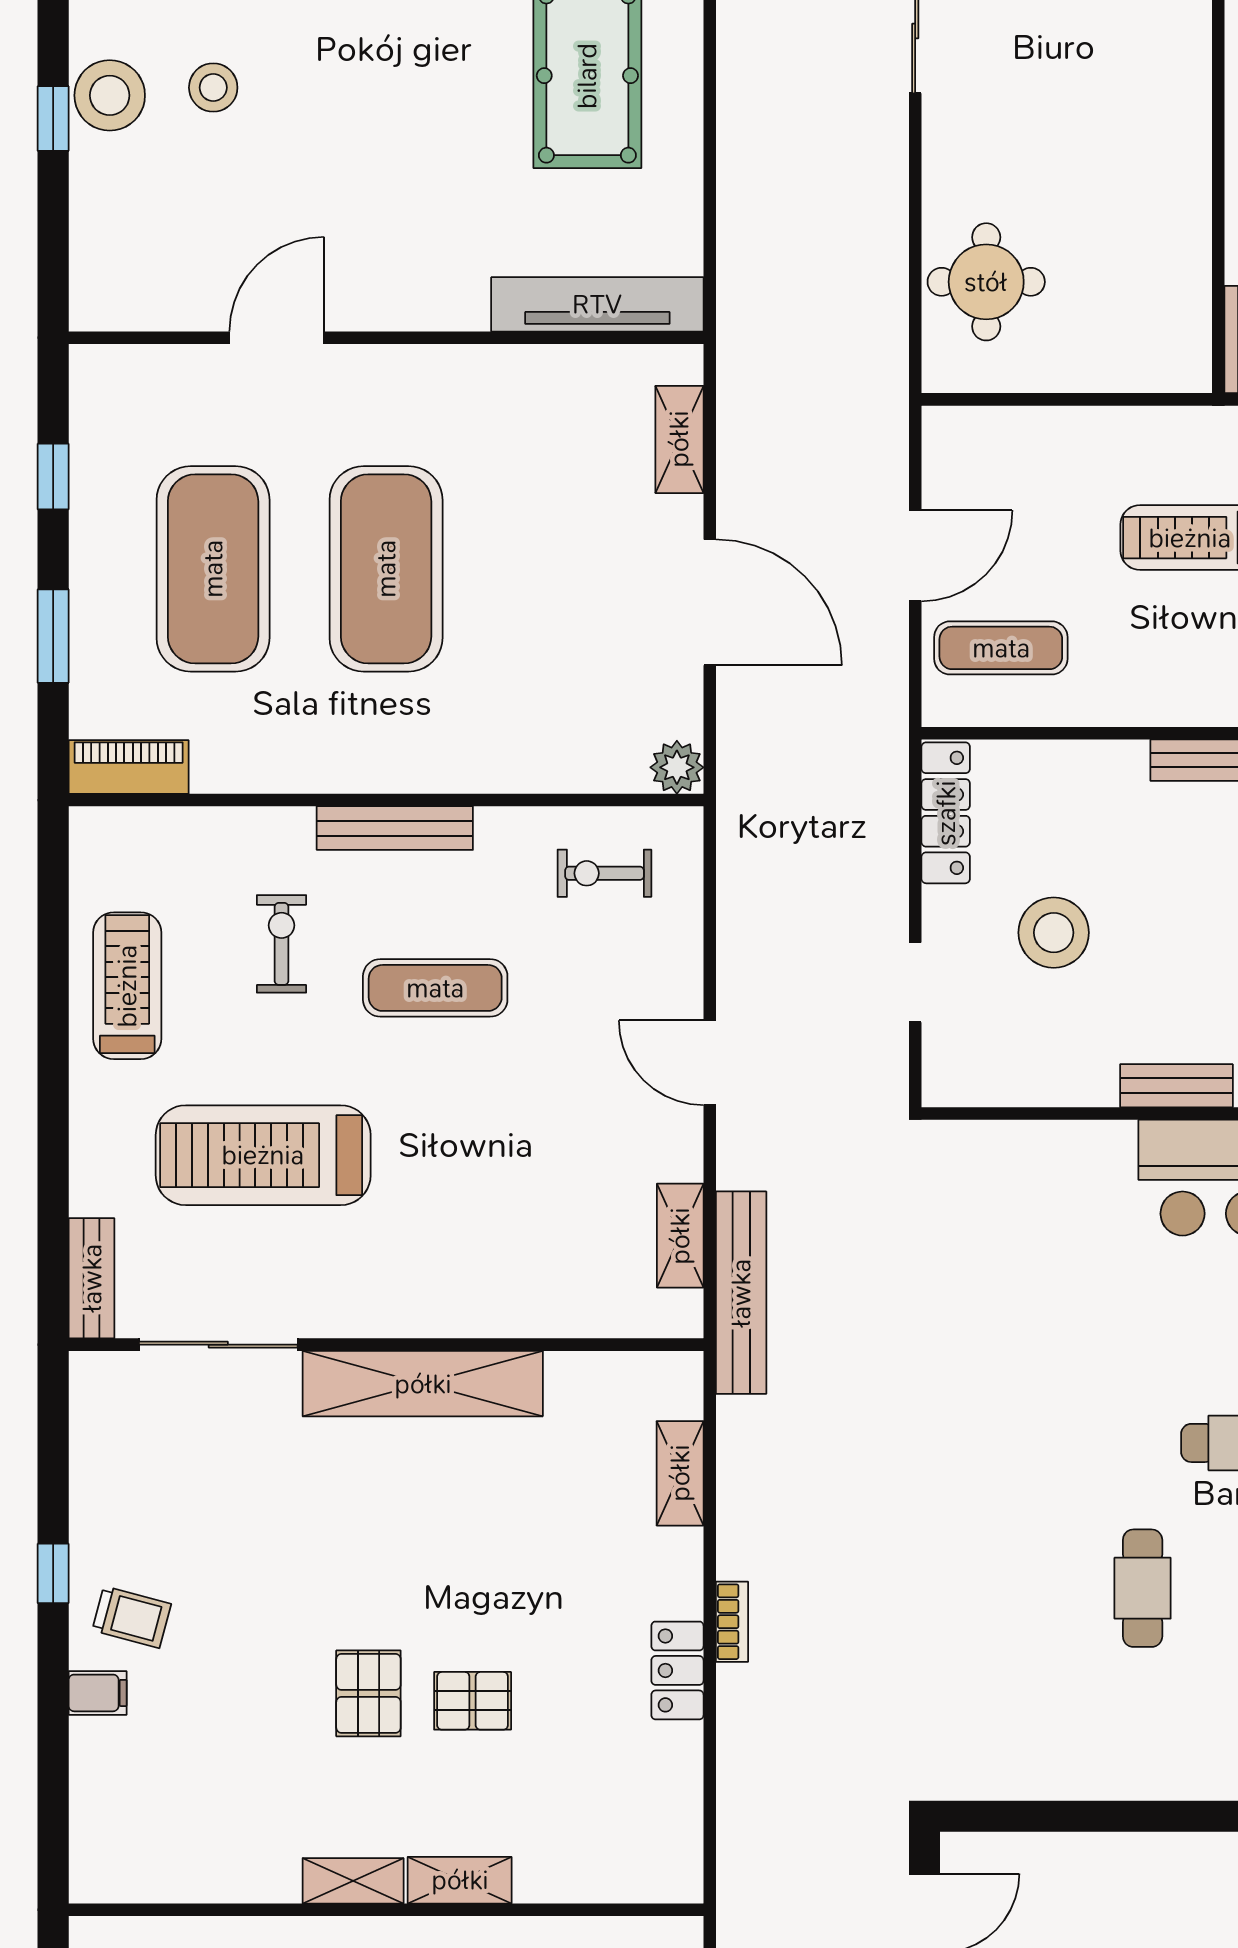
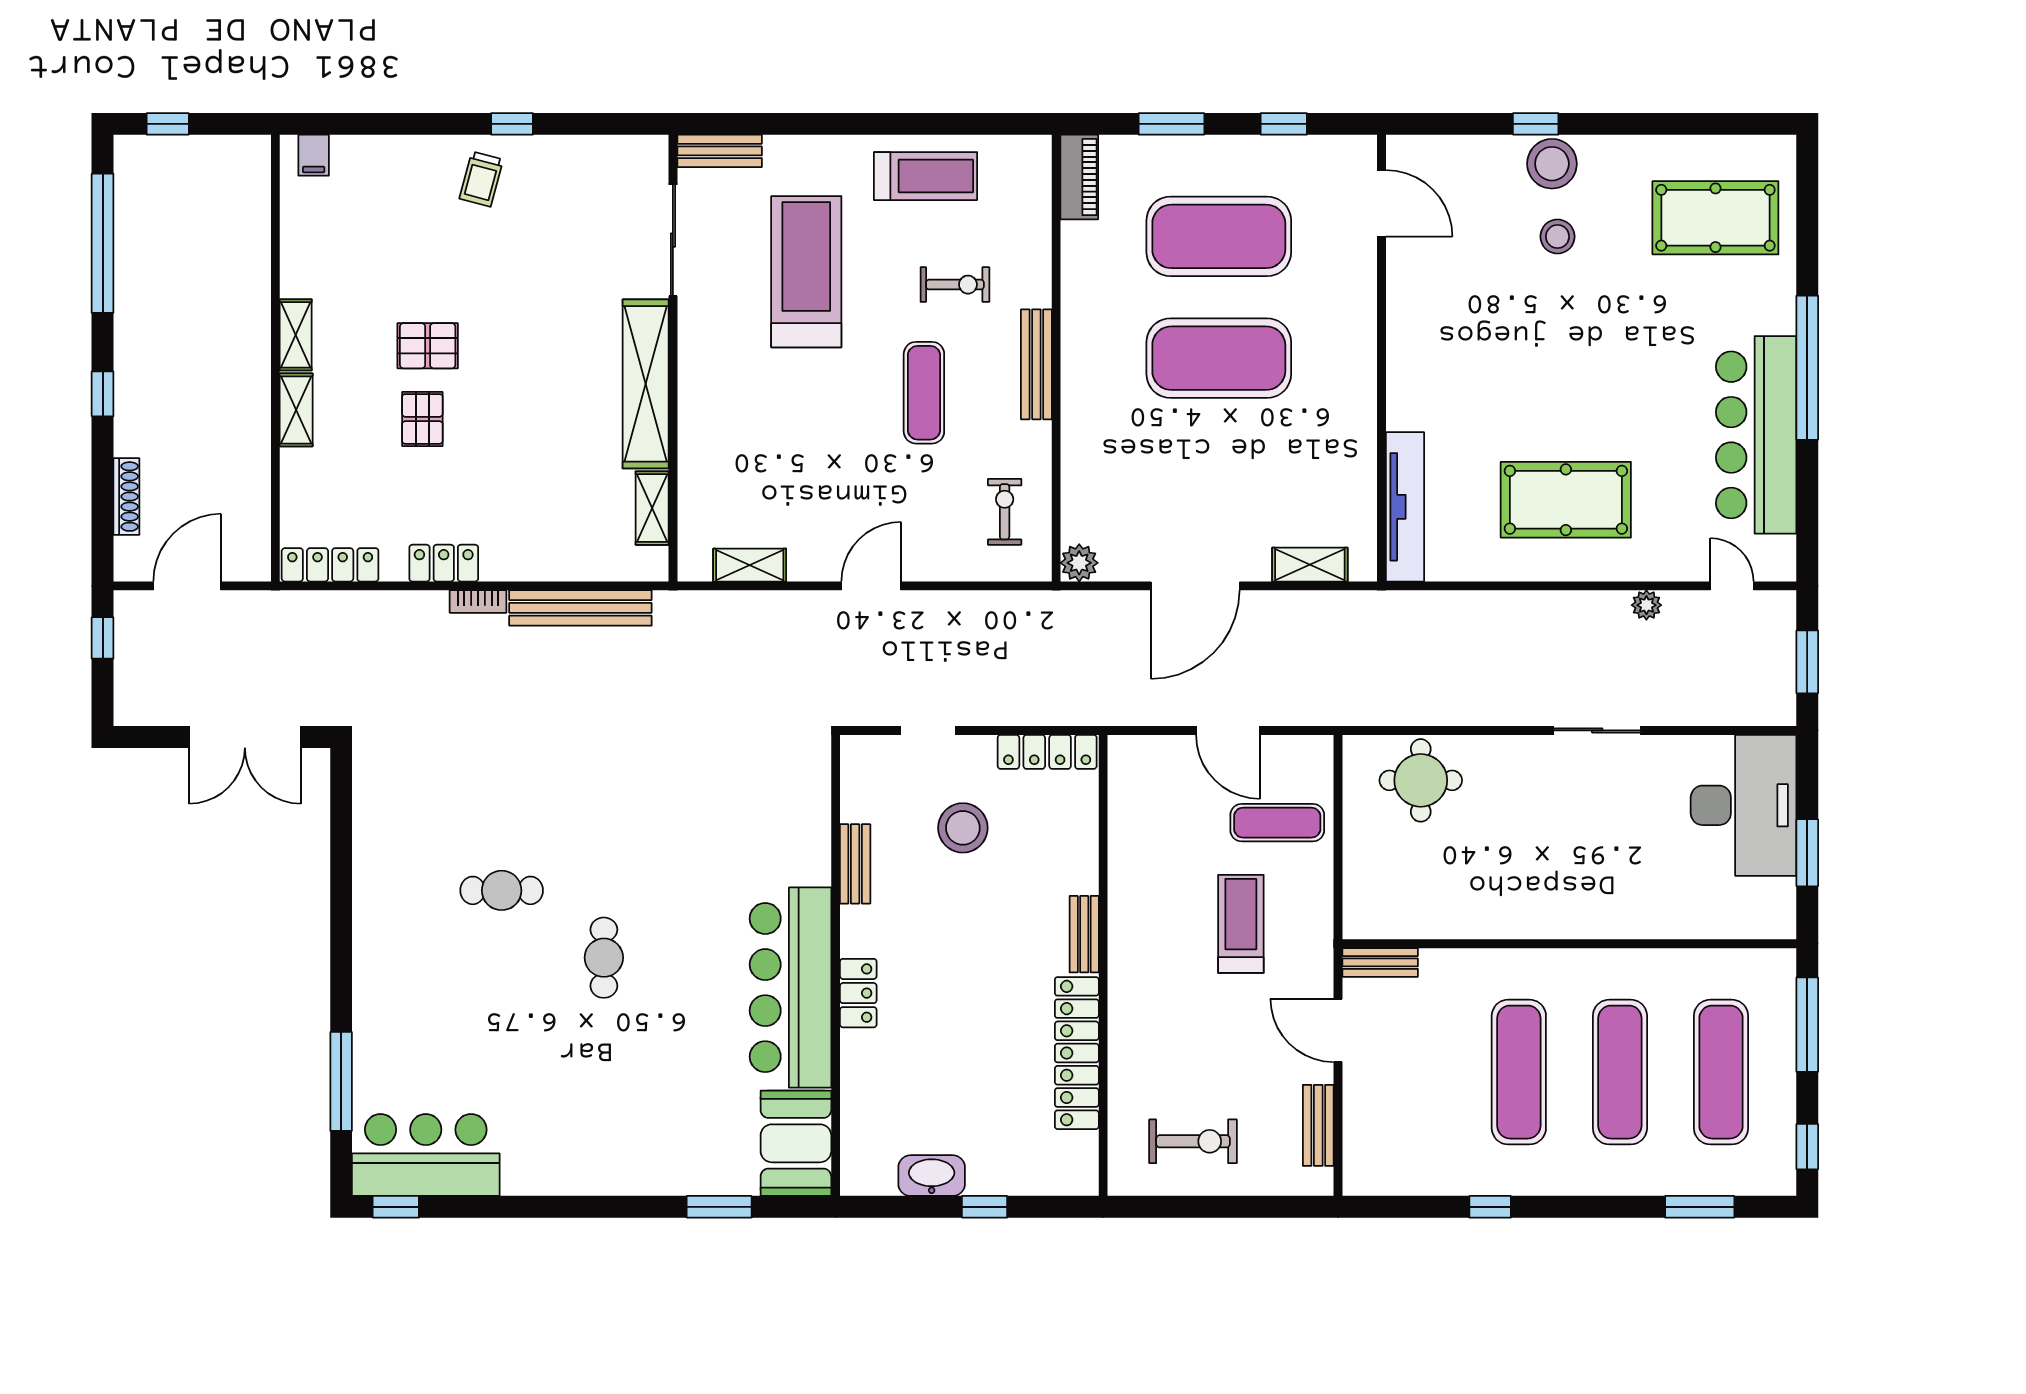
door: (277, 338) -> (1381, 203), moved
exercise mat: (1001, 648) -> (1277, 823), moved, turned 90
bench: (1176, 1086) -> (855, 864), moved
bench: (741, 1293) -> (580, 608), moved
shelving: (680, 1473) -> (652, 508), moved, turned 90
filing cabinet: (98, 1693) -> (314, 155), moved
locker: (680, 1832) -> (330, 565), added

